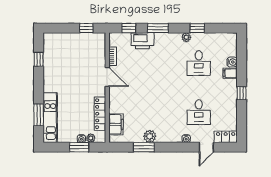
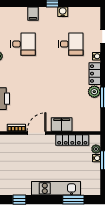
water cooler: (232, 62) -> (63, 12), moved
kitchen unit: (50, 118) -> (56, 188), moved
filing cabinet: (116, 124) -> (62, 124), moved
locker: (226, 137) -> (95, 74), moved

